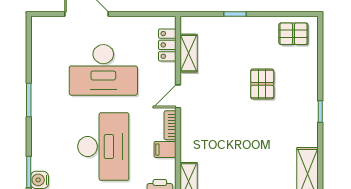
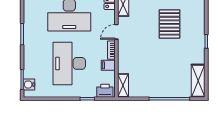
pallet: (262, 84) -> (170, 24), width x1.50, depth x1.42
desk: (103, 147) -> (69, 63), turned 180

